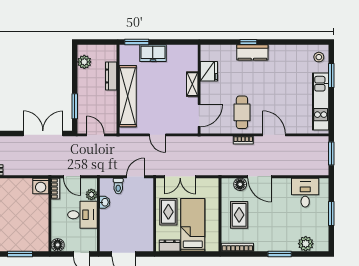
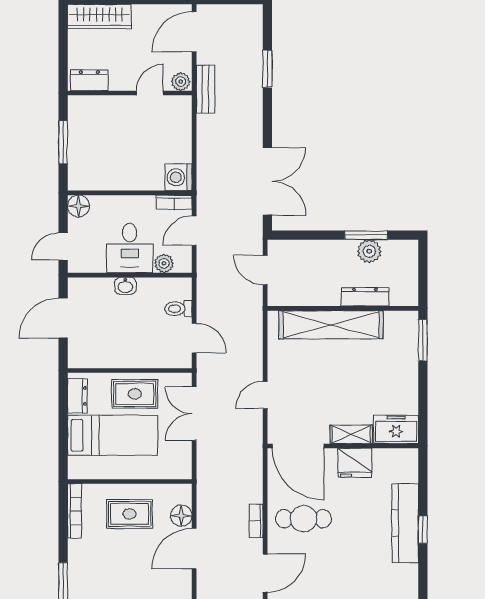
kitchen counter: (252, 52) -> (405, 523), width x1.50
freezer: (153, 53) -> (396, 429), moved, turned 90
plant: (84, 62) -> (369, 251), moved
fridge: (209, 71) -> (355, 463), moved
window: (75, 106) -> (366, 235), moved
door: (199, 115) -> (298, 446), width x1.36
door: (95, 135) -> (265, 270), swing flipped
door: (158, 135) -> (265, 395), moved
washbasin: (105, 202) -> (125, 286), moved

